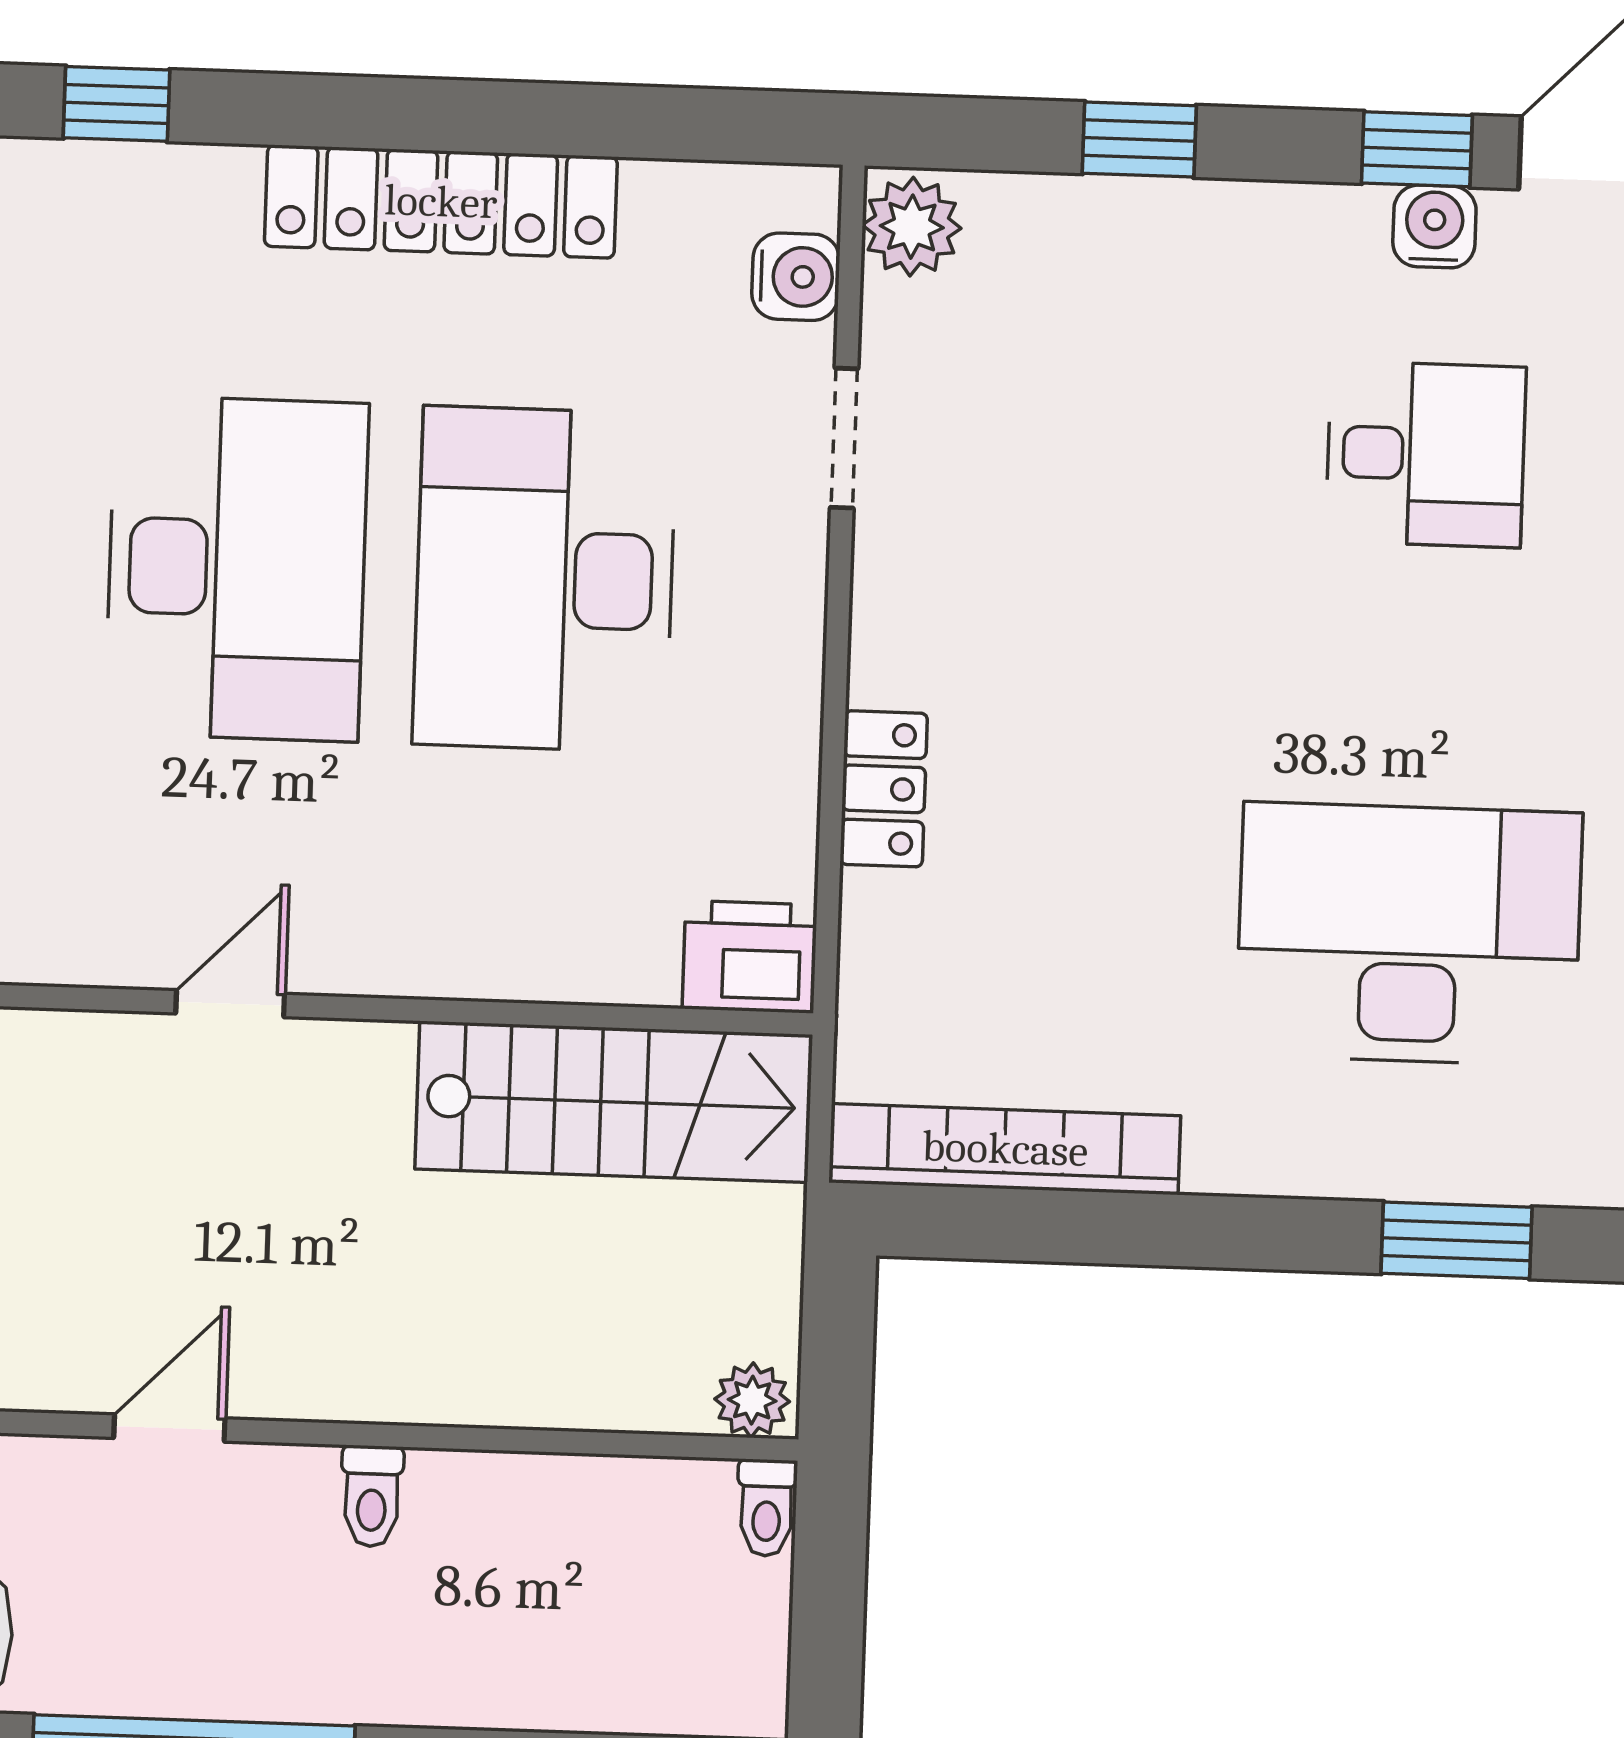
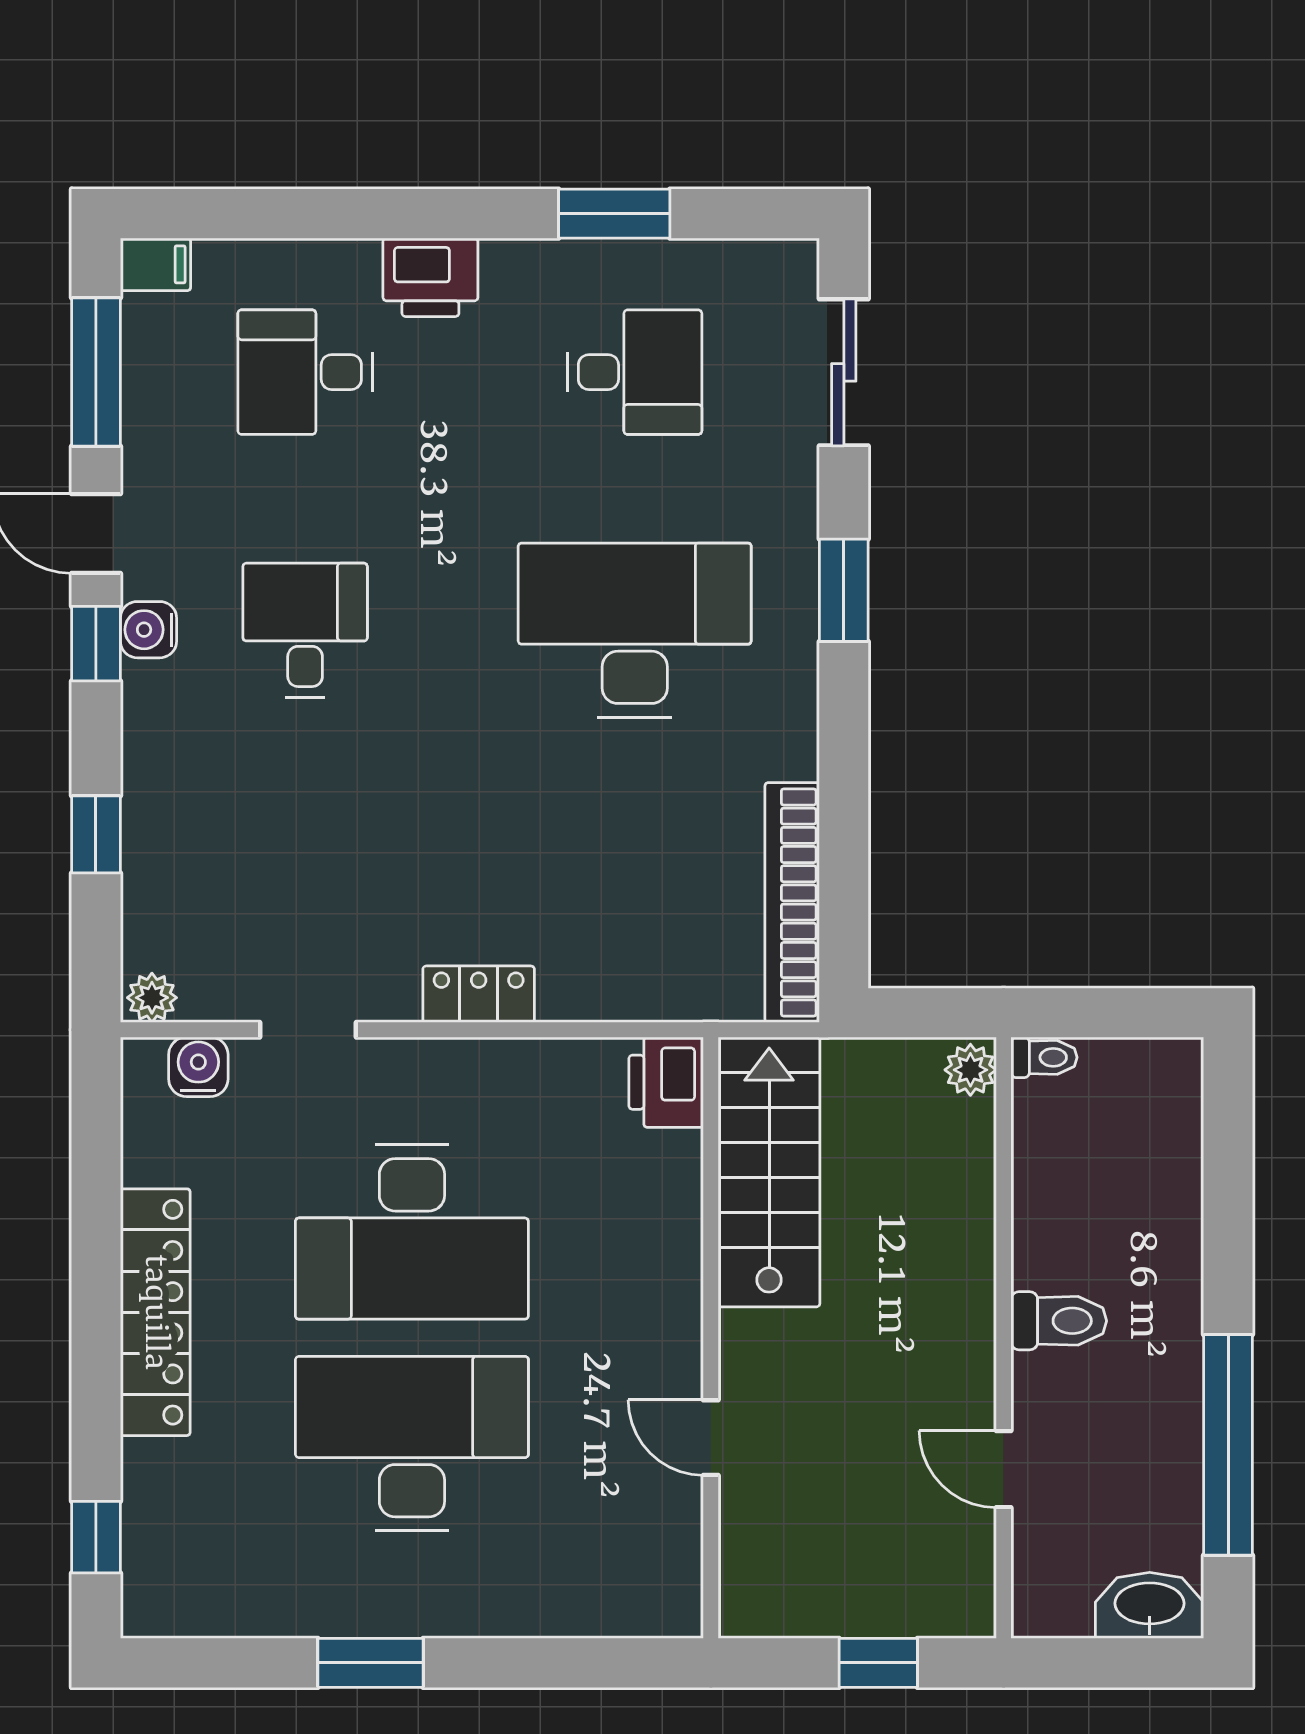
plant: (912, 227) -> (152, 998), width x0.73, depth x0.73
locker: (884, 789) -> (479, 994), moved
desk: (1409, 934) -> (635, 630), turned 90
toilet: (372, 1496) -> (1059, 1321), width x1.37, depth x1.39

